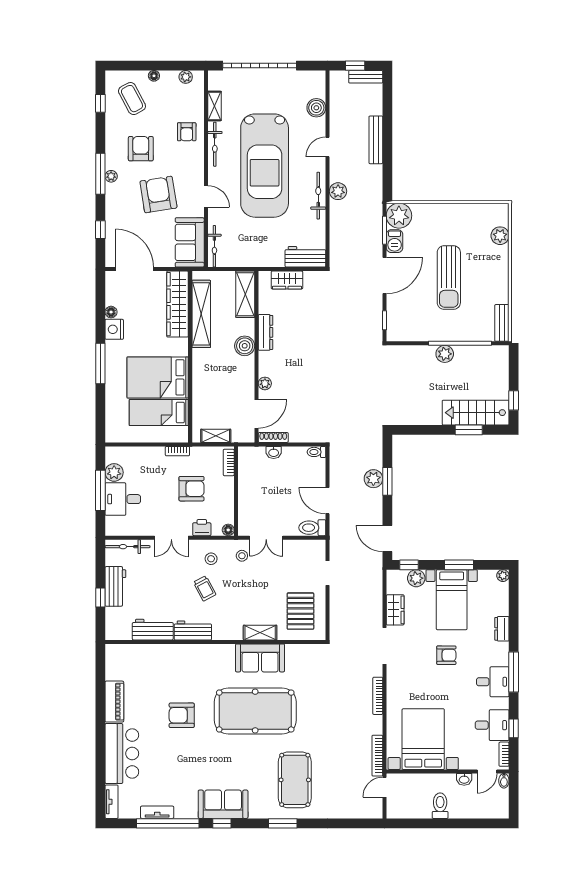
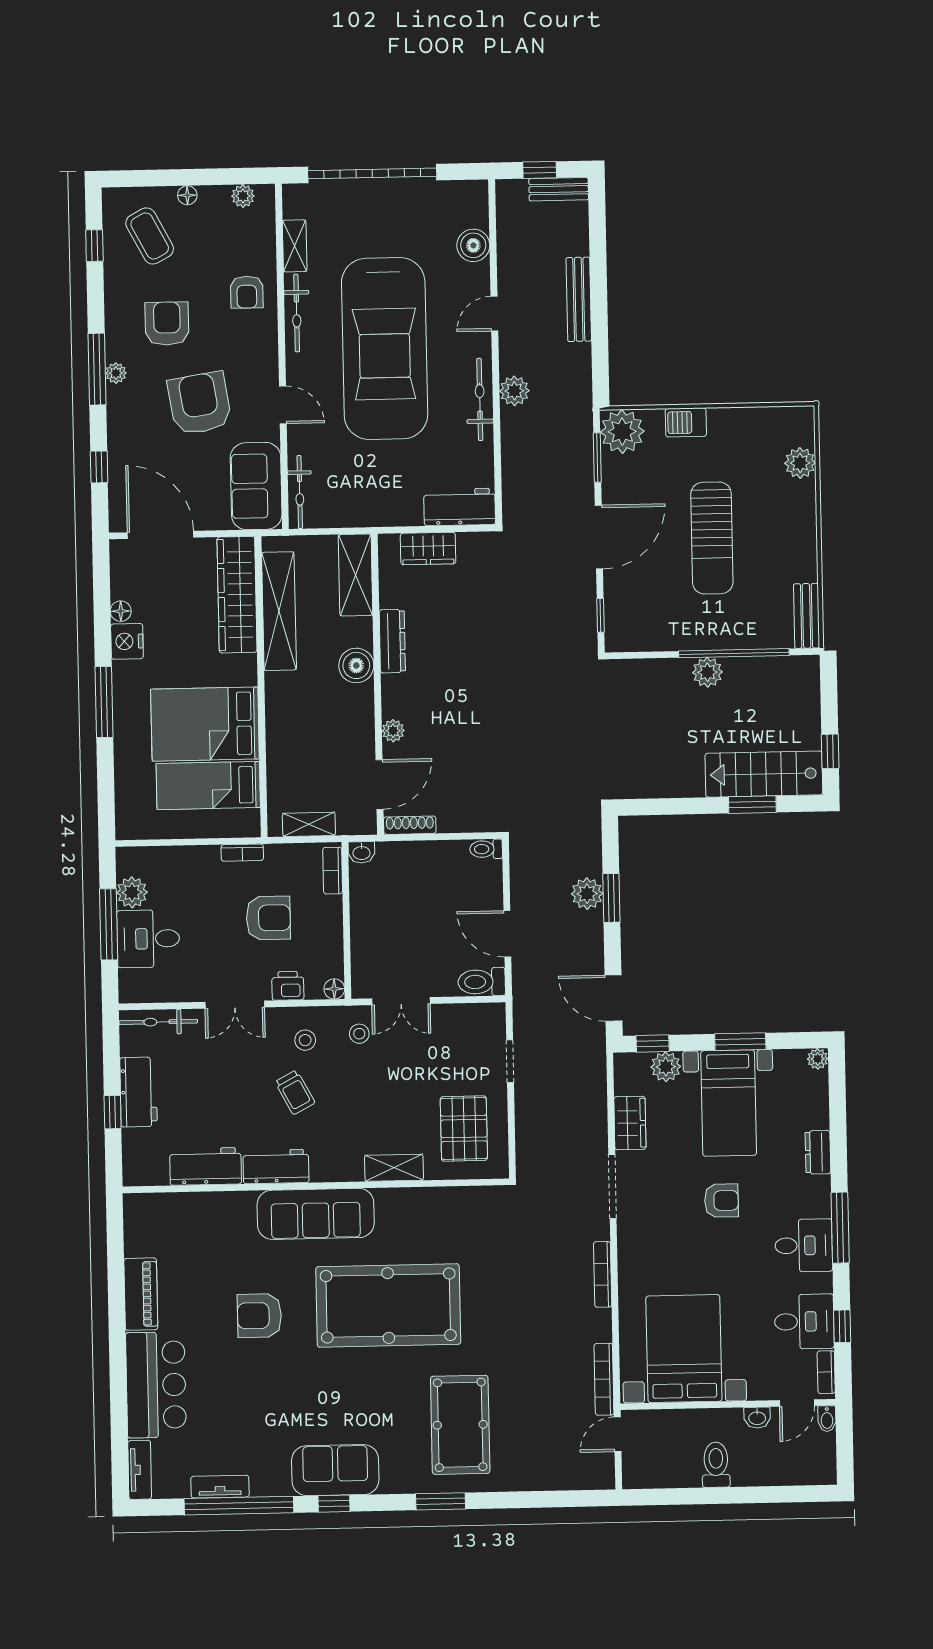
barbecue: (395, 241) -> (686, 422), moved, turned 90
washbasin: (274, 452) -> (361, 852), moved
sofa: (260, 658) -> (316, 1214), moved, width x1.36

